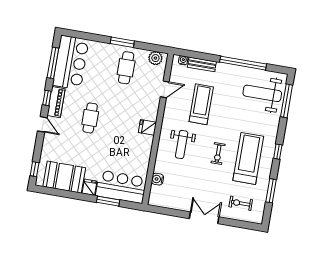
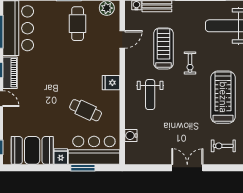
cafe table: (90, 118) -> (86, 110), moved, turned -65
exercise bike: (218, 154) -> (190, 63), moved

